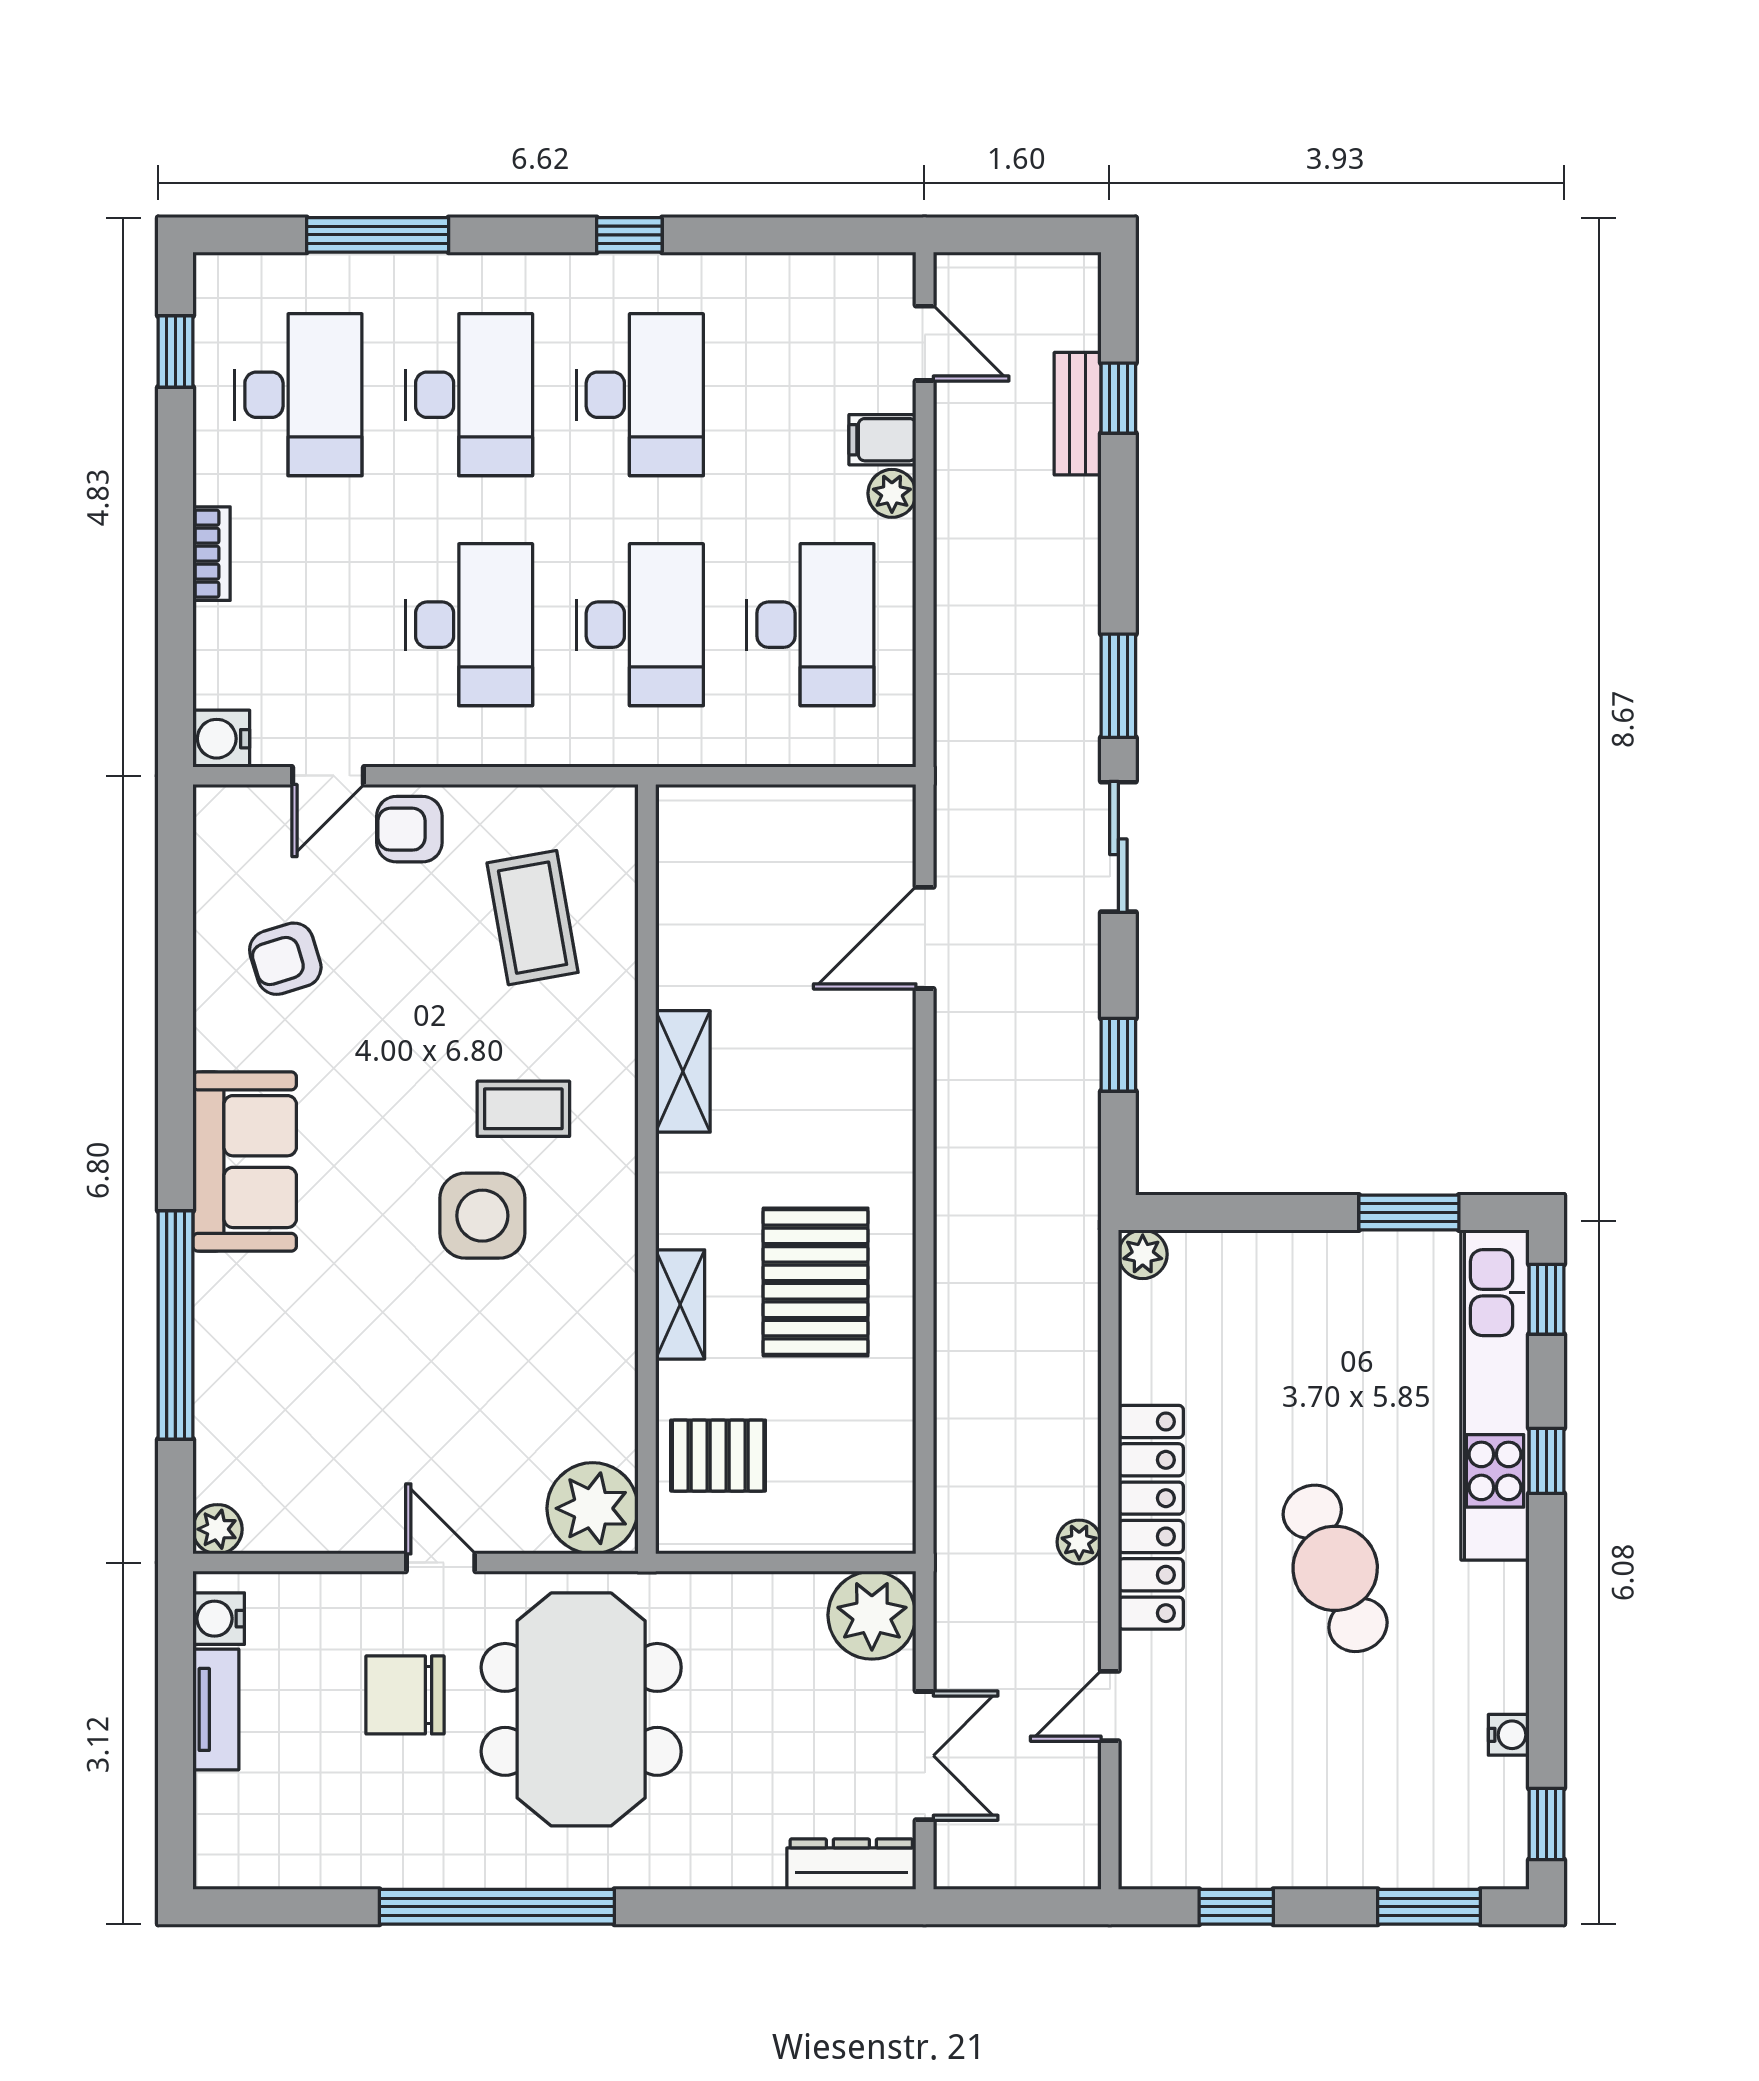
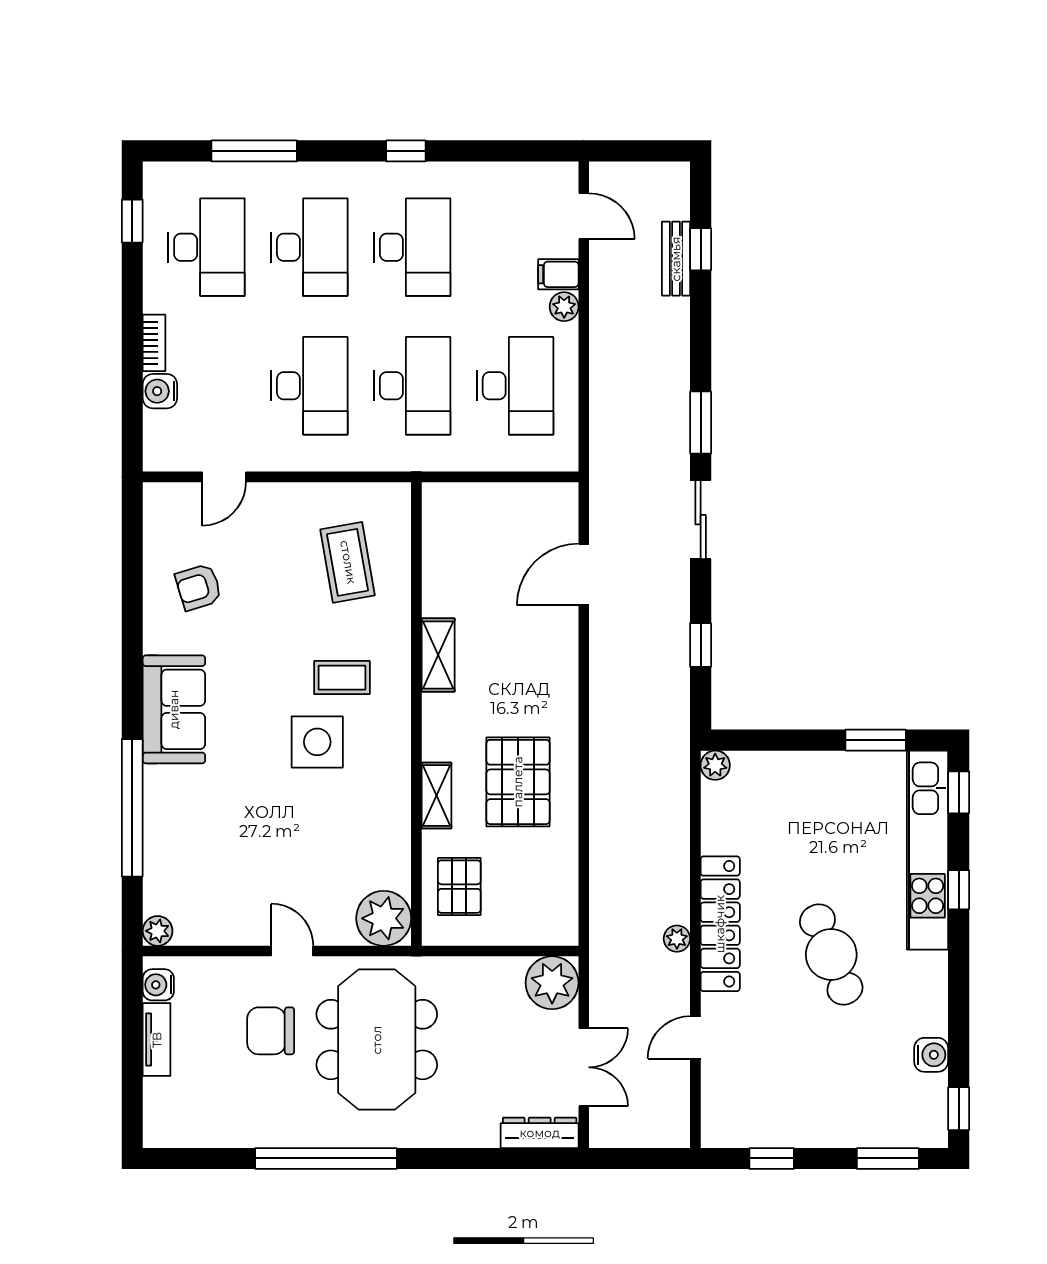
water cooler: (221, 739) -> (160, 391), moved
armchair: (409, 829) -> (273, 509), removed
pallet: (718, 1456) -> (459, 887), turned 90
water cooler: (1509, 1735) -> (931, 1055), width x1.38, depth x1.38

